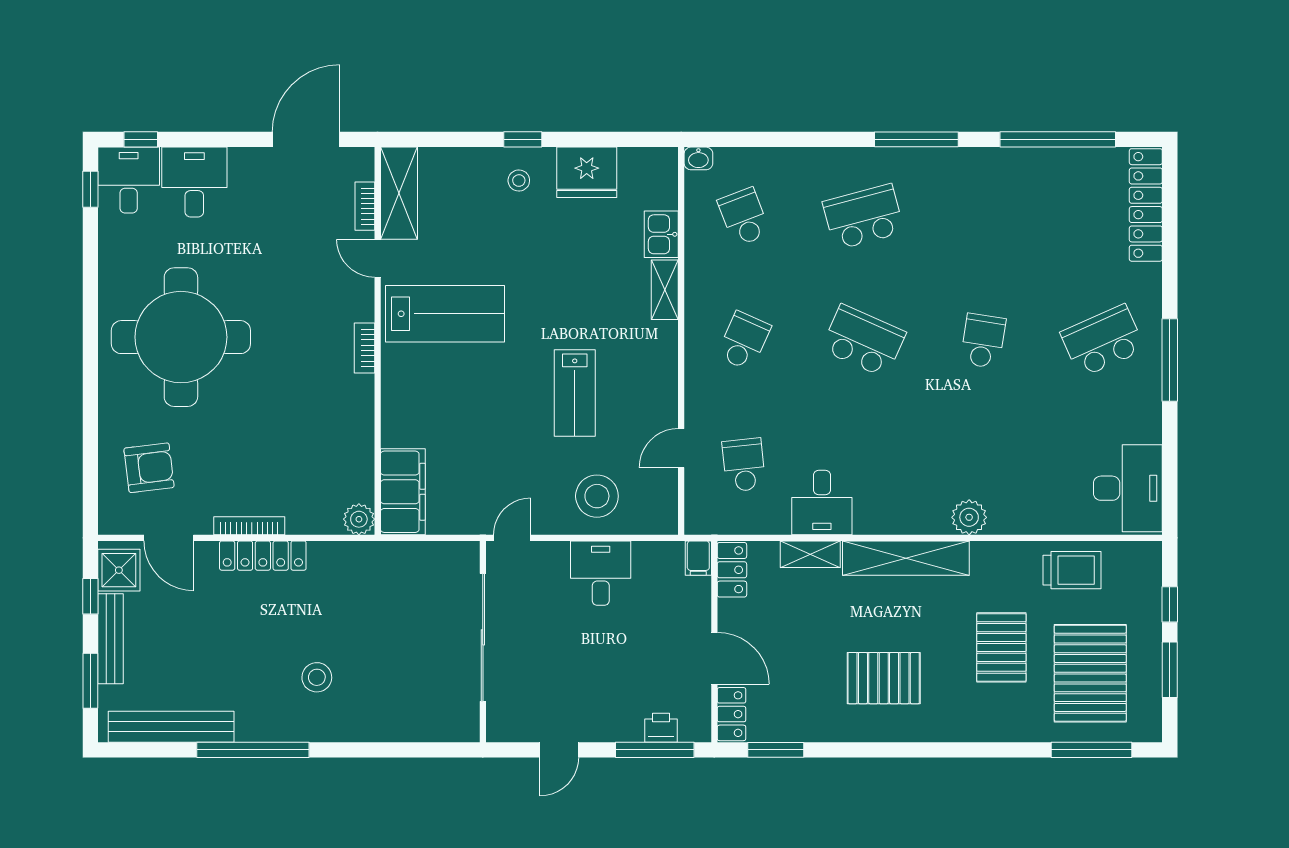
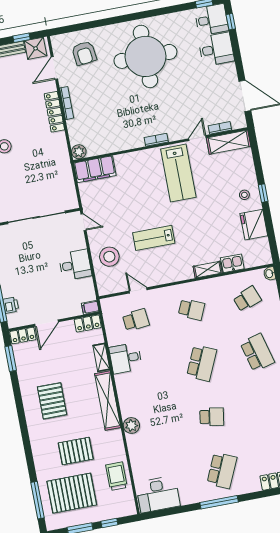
school desk: (1103, 341) -> (222, 470), turned 48
trolley: (1072, 570) -> (116, 476), turned 180

